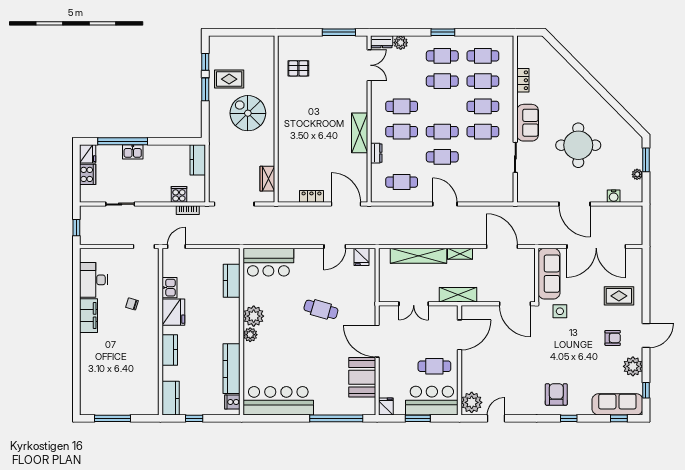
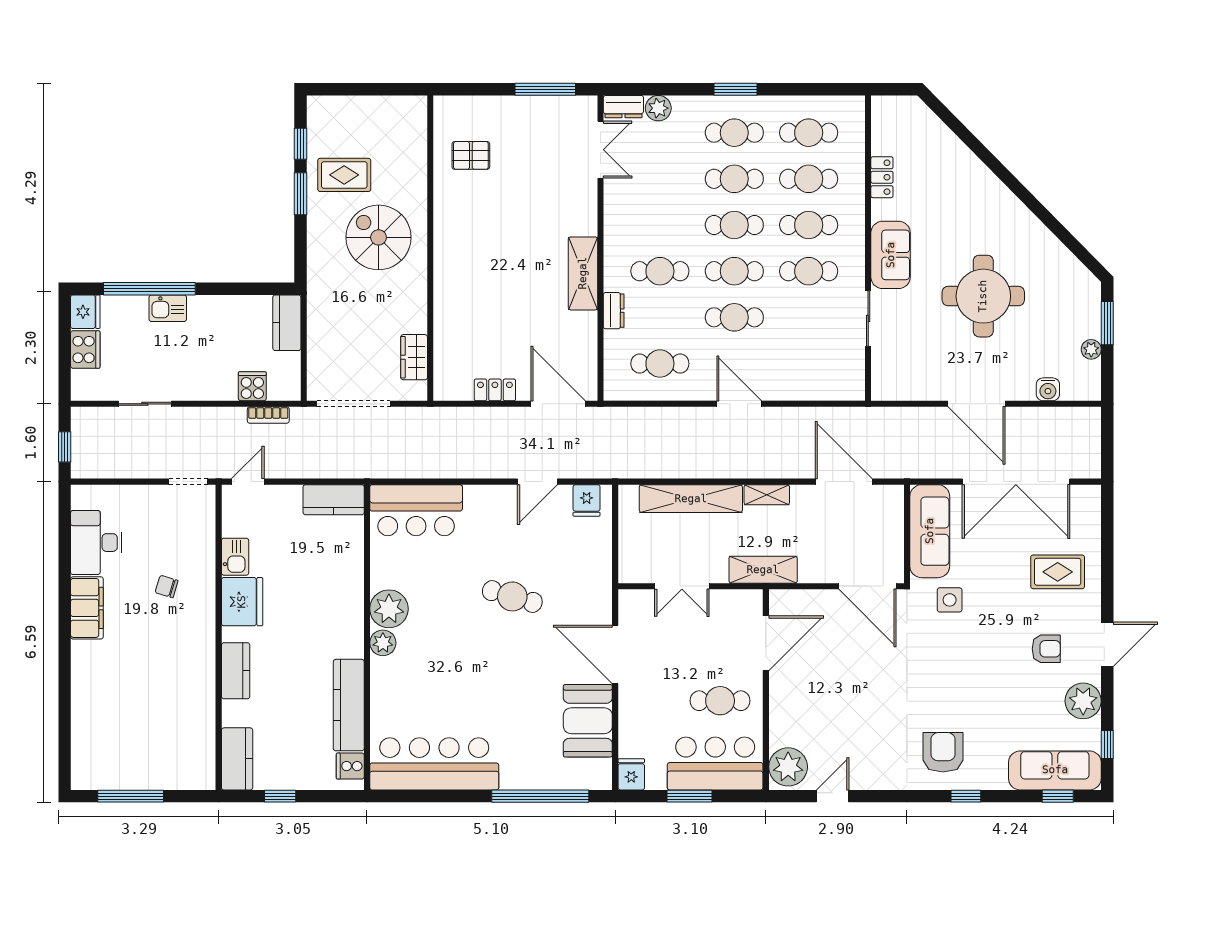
cafe table: (402, 106) -> (734, 225), moved
kitchen counter: (232, 281) -> (334, 500), moved, turned -90

